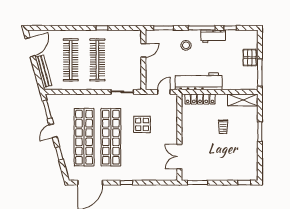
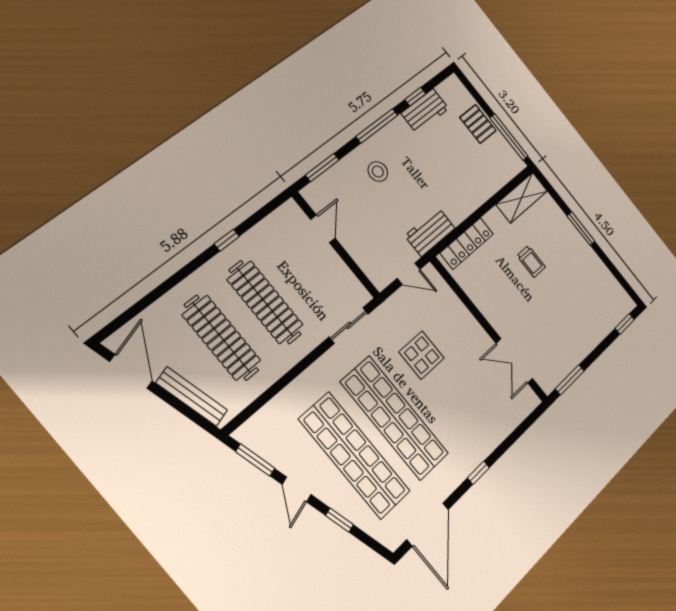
workbench: (213, 36) -> (425, 111), moved
workbench: (199, 81) -> (430, 232), width x0.53, depth x0.76
door: (164, 92) -> (409, 274), swing flipped

